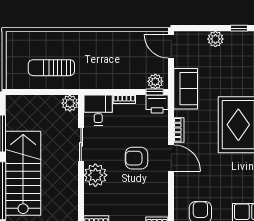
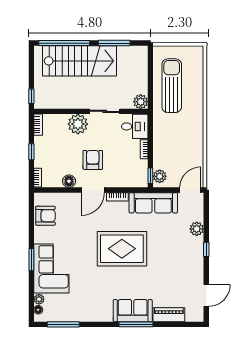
sun lounger: (51, 68) -> (172, 86), width x1.36, depth x1.34
sofa: (186, 89) -> (153, 203), width x1.36
printer: (157, 104) -> (140, 178), removed
floor lamp: (161, 185) -> (69, 181), added

